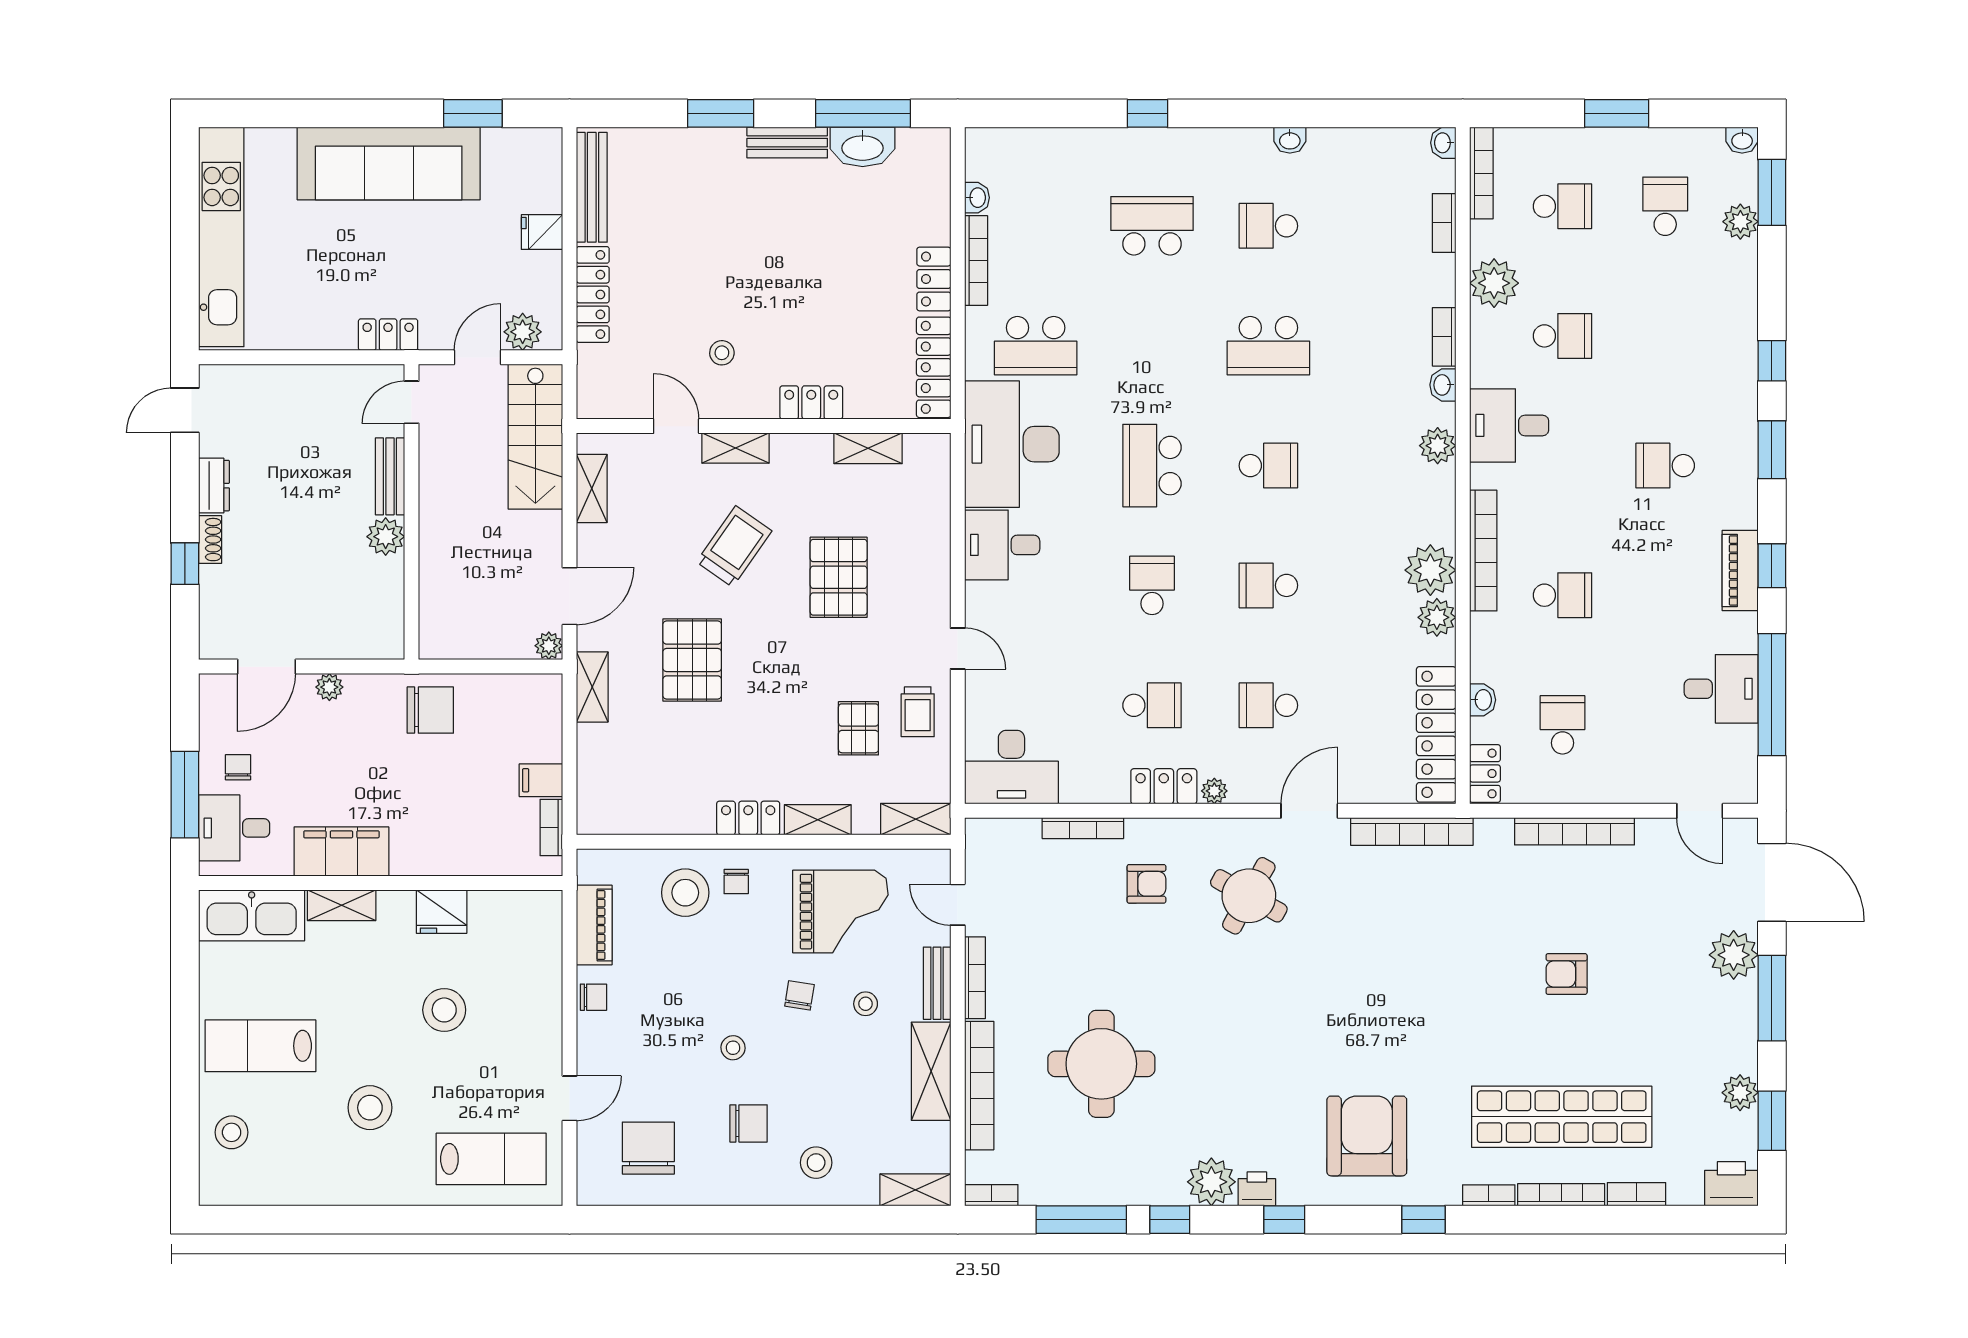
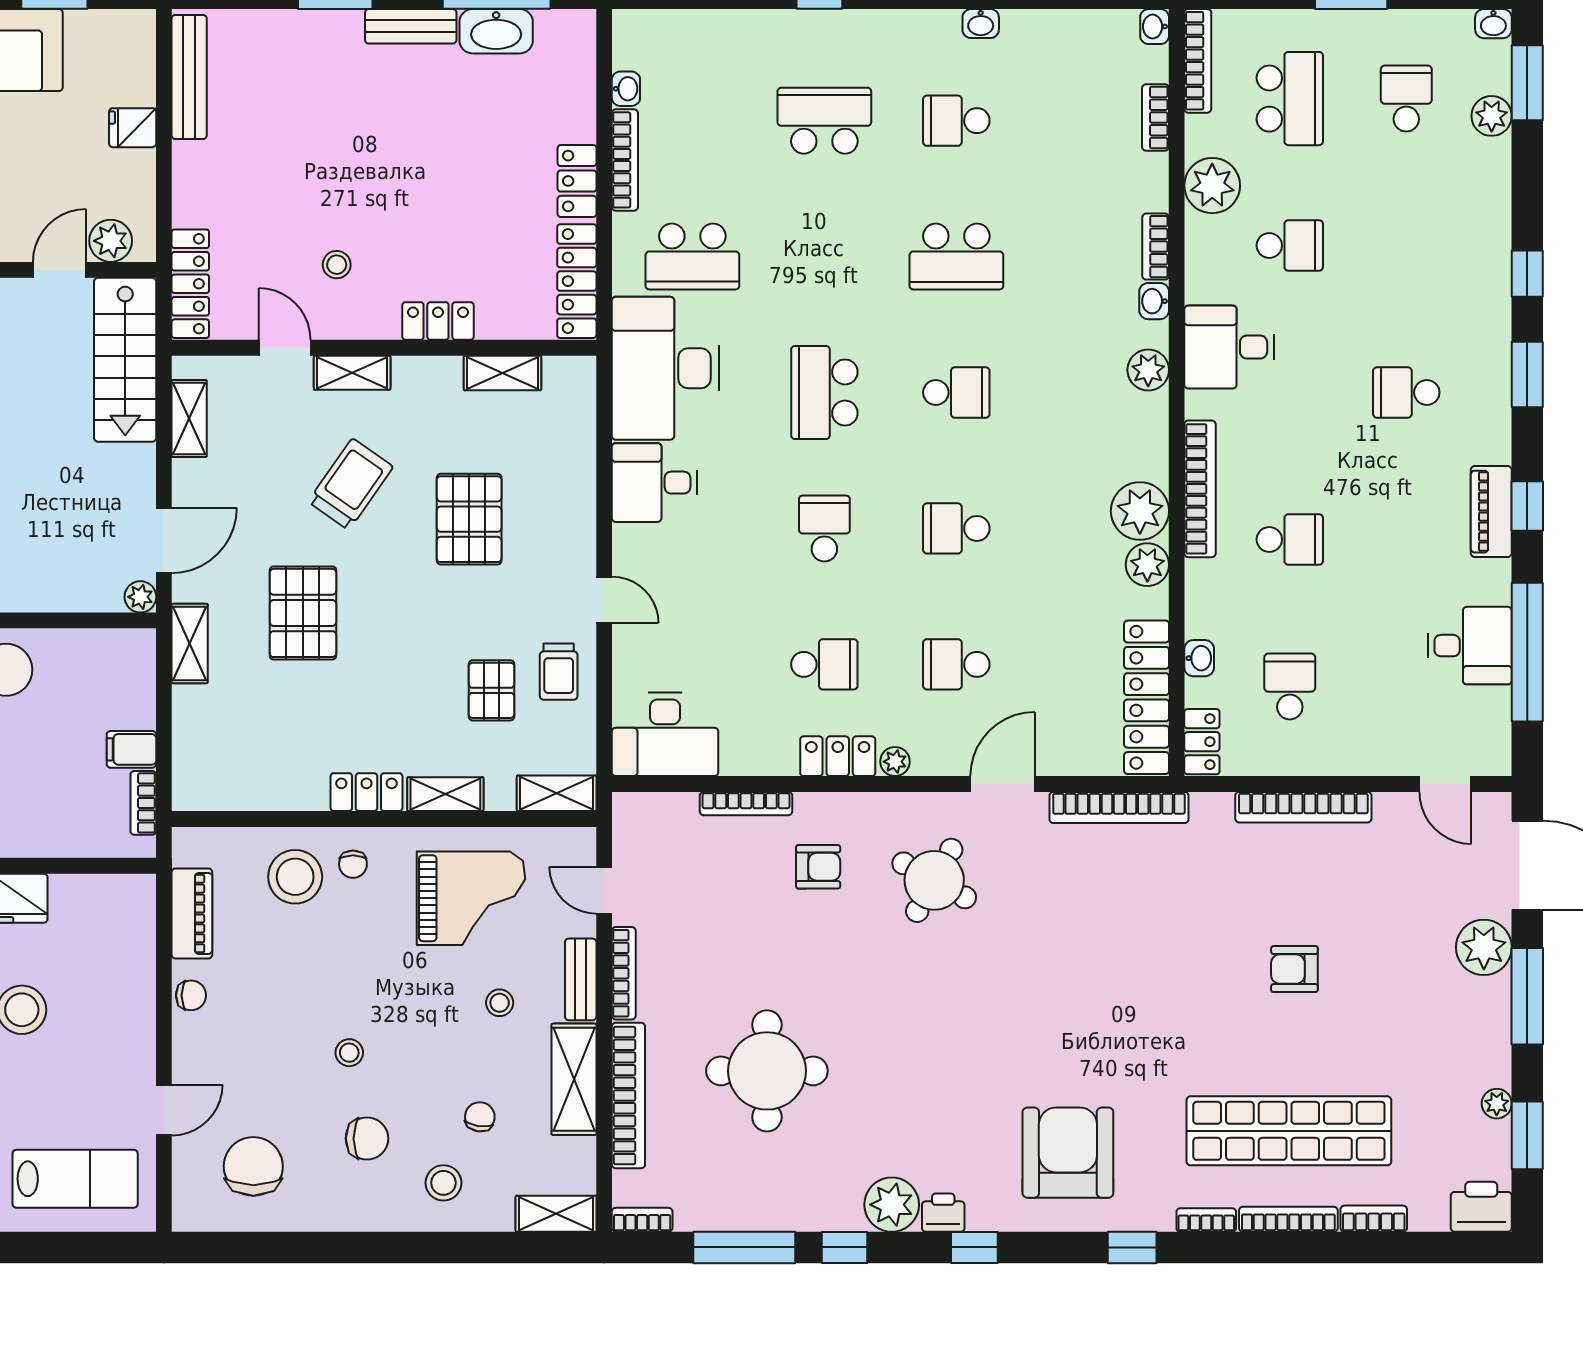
school desk: (1562, 206) -> (1290, 99), width x1.85
locker: (593, 295) -> (190, 284), moved
chair: (799, 995) -> (480, 1117), moved
plant: (1740, 1093) -> (1497, 1104), width x0.73, depth x0.73

